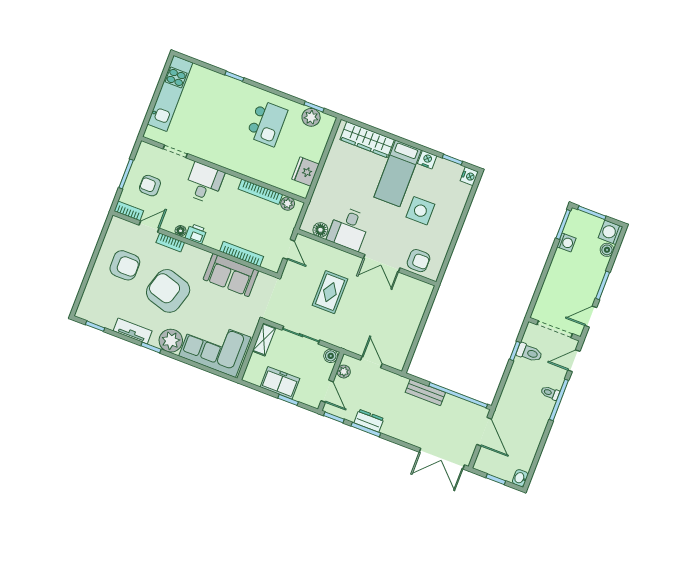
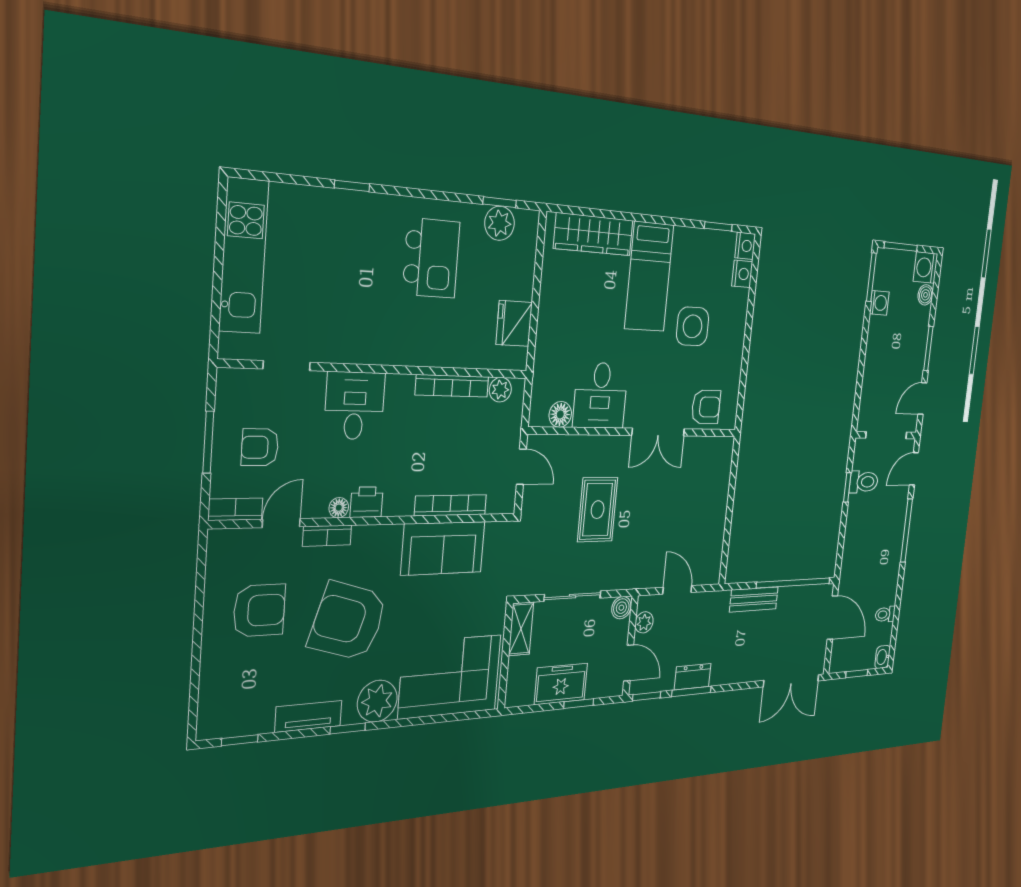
nightstand: (427, 160) -> (742, 274), moved, turned 90
toilet: (550, 393) -> (885, 614), moved

